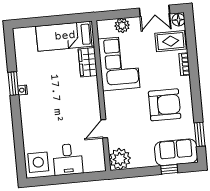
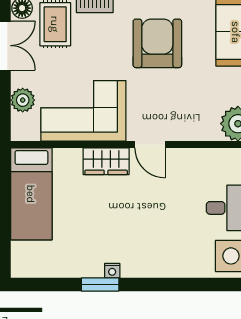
wardrobe: (88, 62) -> (106, 161), moved
door: (104, 129) -> (150, 144), moved

